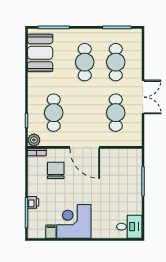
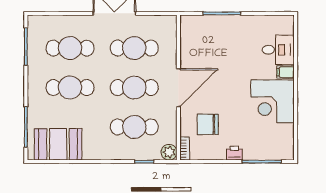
cafe table: (85, 113) -> (134, 88), added
printer: (33, 202) -> (234, 153), moved
desk: (129, 227) -> (278, 50), moved, turned 90
filing cabinet: (51, 232) -> (285, 72), moved

